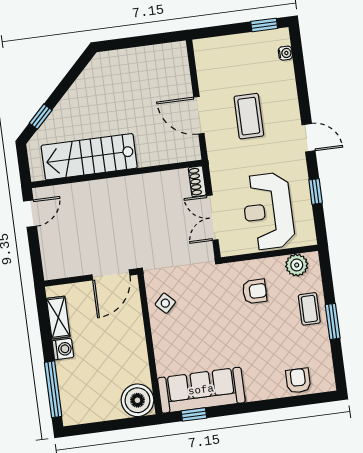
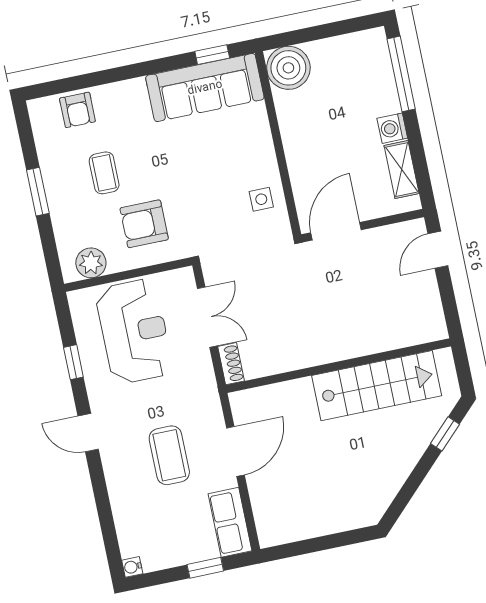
window: (264, 25) -> (205, 568), moved
water cooler: (285, 53) -> (132, 567), moved
row of seats: (207, 62) -> (230, 522), added
door: (199, 115) -> (235, 451), hinge flipped
door: (30, 214) -> (438, 250), moved
armchair: (255, 291) -> (144, 224), width x1.38, depth x1.38
side table: (165, 303) -> (261, 199), turned 45
coffee table: (309, 309) -> (104, 173), moved

